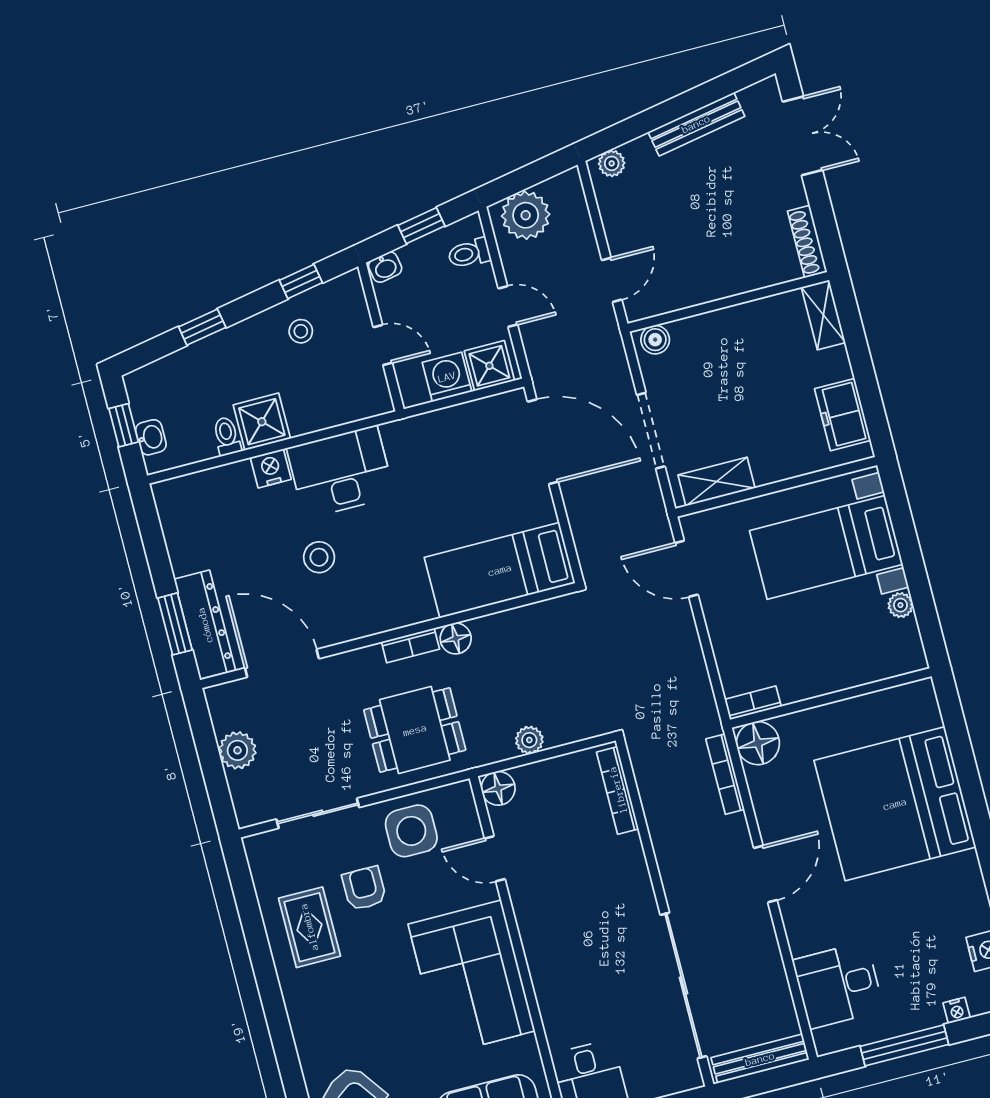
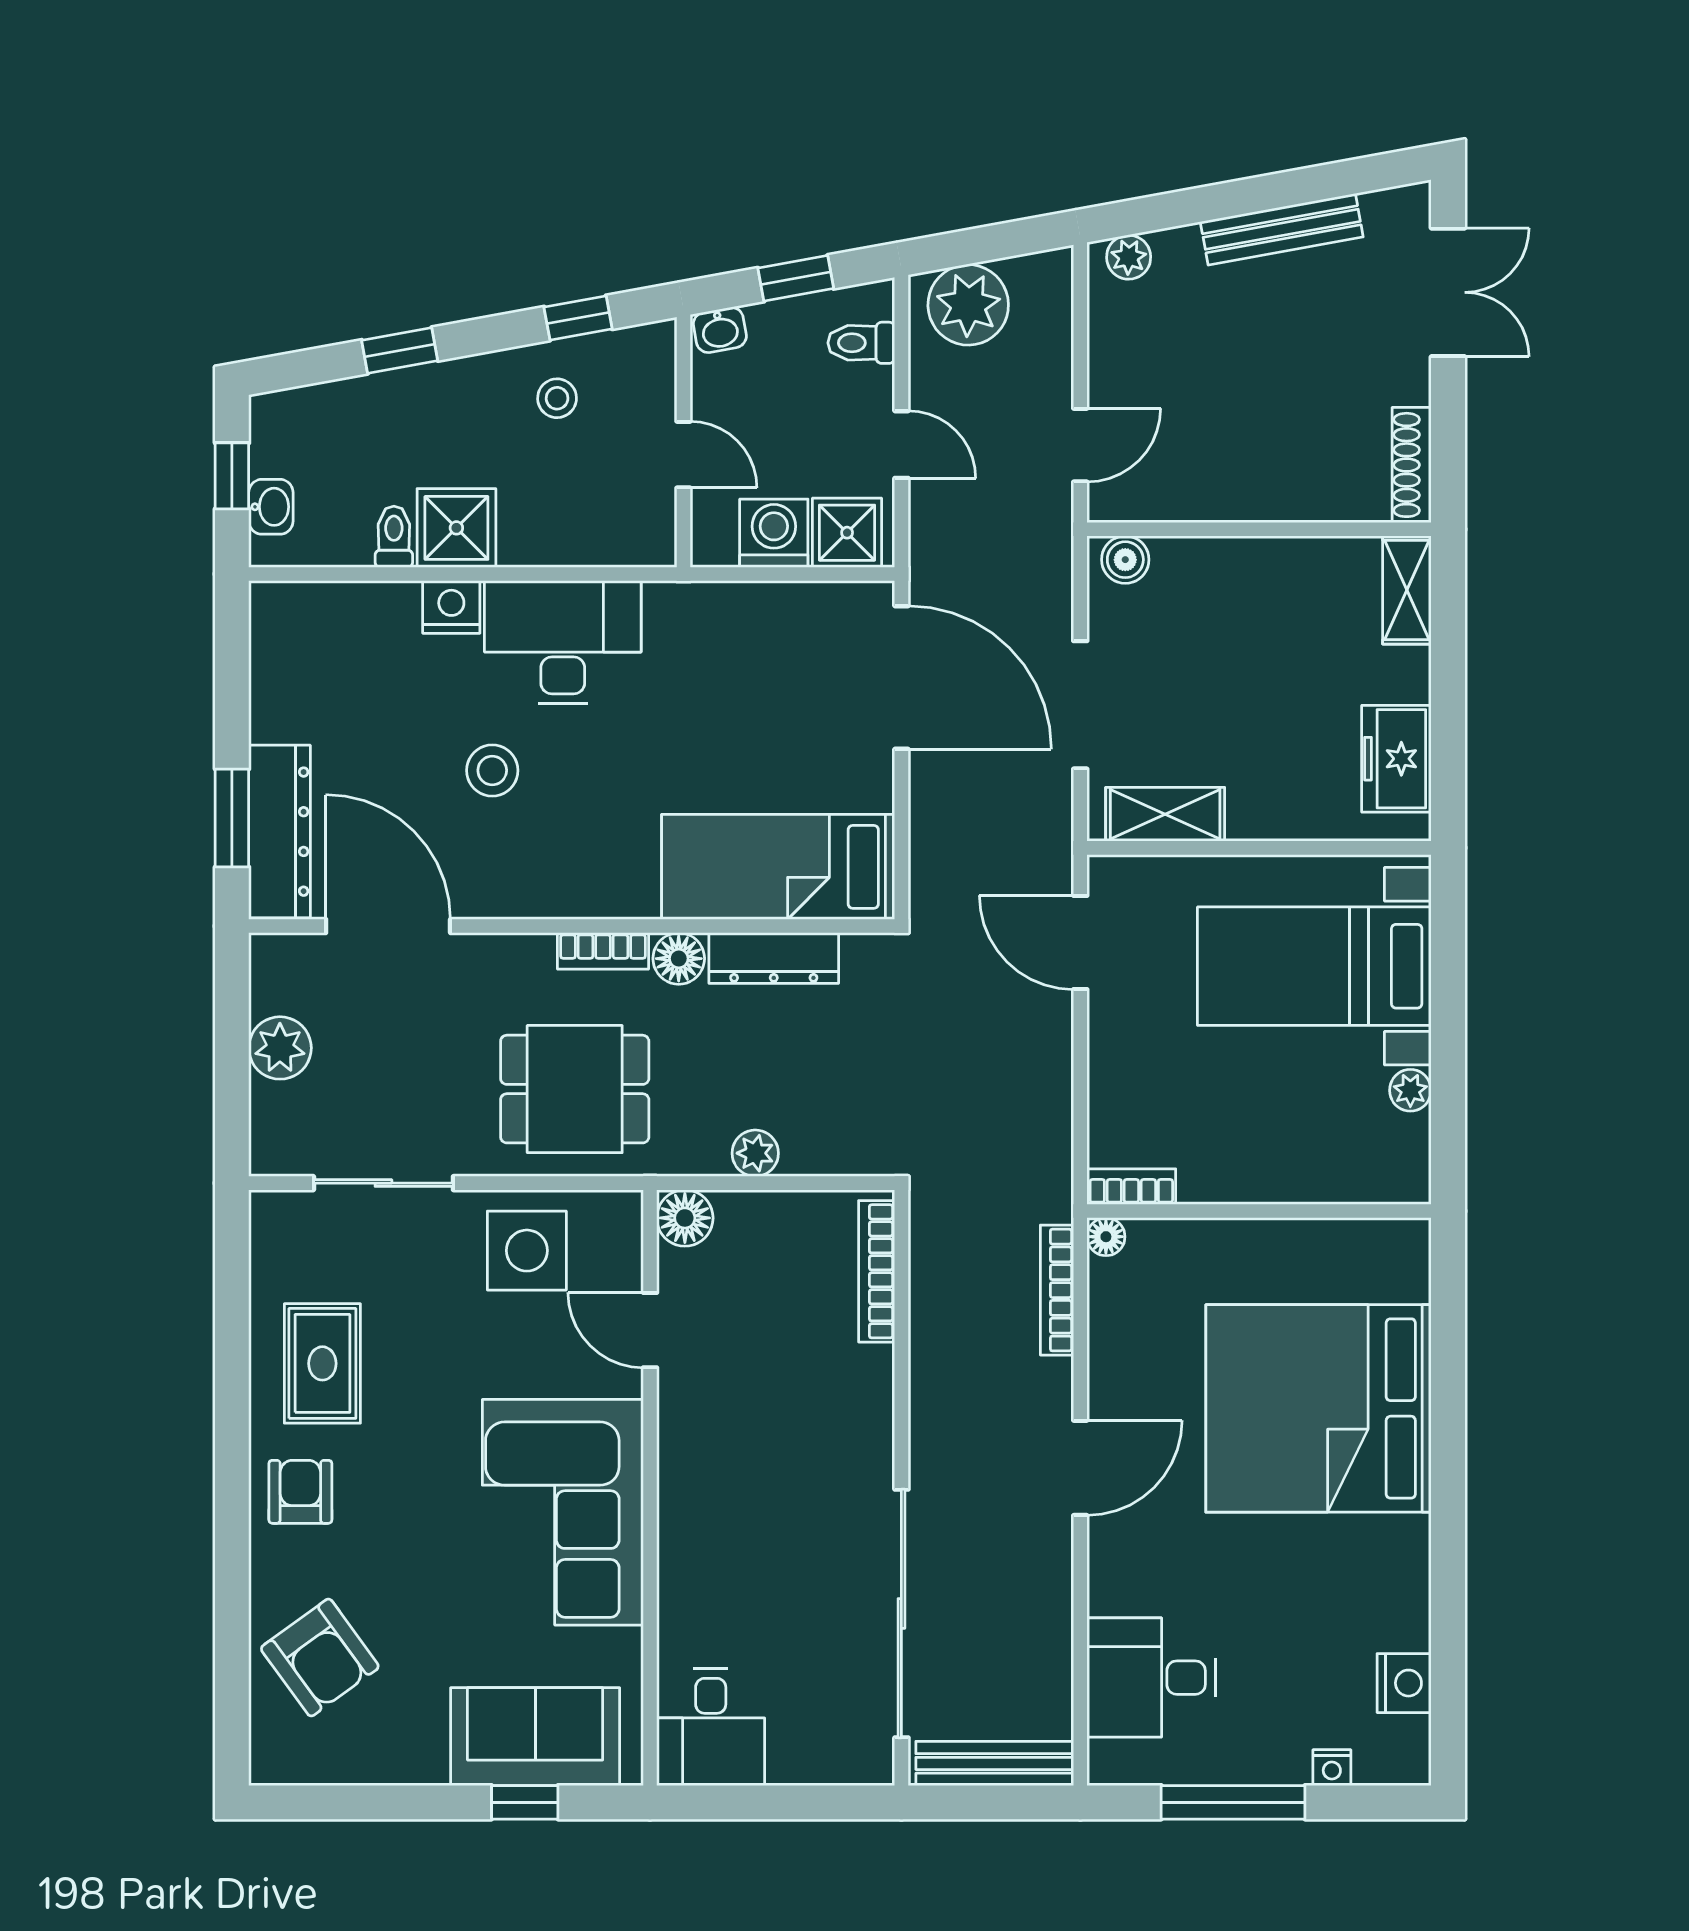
dresser: (511, 624) -> (774, 958), added
floor lamp: (758, 743) -> (1106, 1237), width x0.53, depth x0.53
armchair: (364, 888) -> (300, 1492), moved

